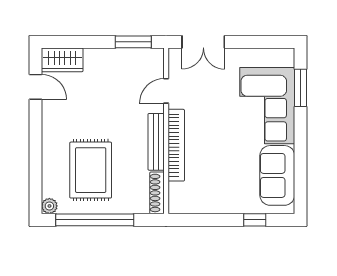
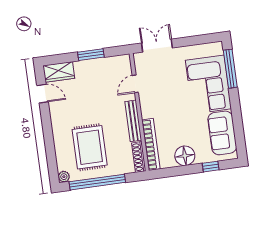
window: (133, 42) -> (91, 55), moved
double door: (203, 42) -> (157, 46), swing flipped
window: (300, 88) -> (230, 69), width x1.44
bookcase: (176, 145) -> (151, 144), moved
floor lamp: (221, 200) -> (185, 156), added

